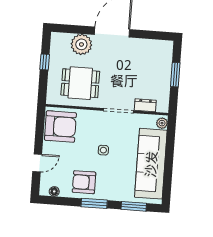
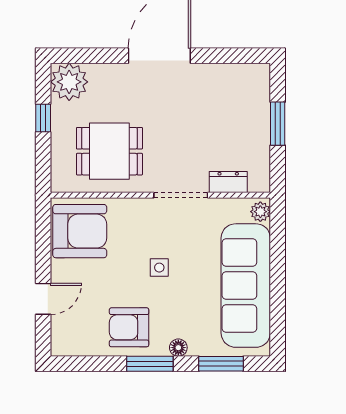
plant: (81, 44) -> (69, 82), moved
floor lamp: (54, 191) -> (178, 348), moved

